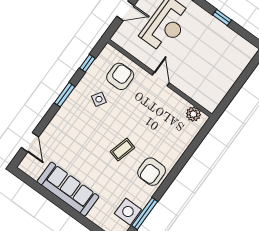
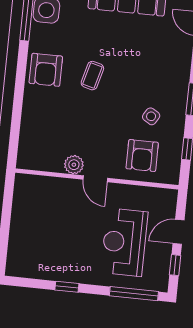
plant: (193, 114) -> (74, 165), moved
armchair: (152, 172) -> (46, 70), turned 180

